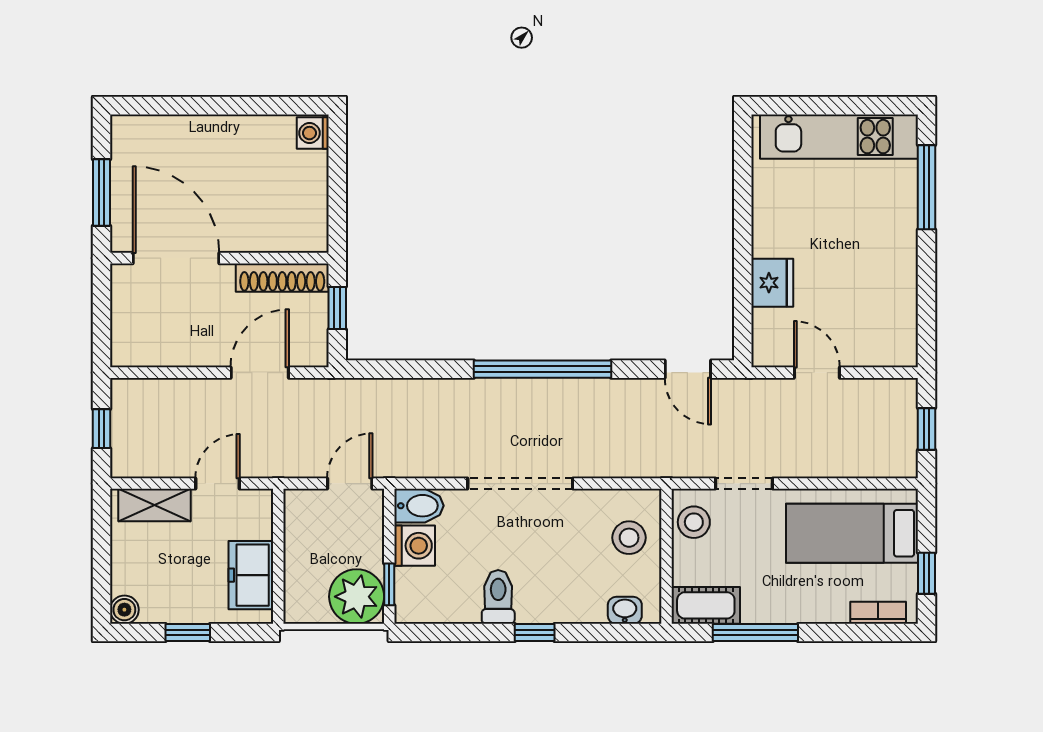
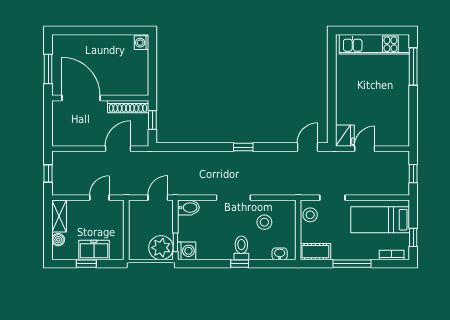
fridge: (772, 283) -> (345, 136), moved
window: (543, 369) -> (243, 147), width x0.32
door: (688, 369) -> (307, 147), swing flipped
door: (817, 373) -> (365, 149), hinge flipped
doorway: (520, 484) -> (233, 198), width x0.73
shelving: (154, 505) -> (59, 216), moved, turned 90
stool: (629, 538) -> (264, 222), moved
washing machine: (415, 546) -> (187, 251), moved
freezer: (251, 575) -> (94, 250), moved, turned 90
toilet: (498, 597) -> (241, 248), moved
boiler: (124, 610) -> (58, 240), moved
window: (755, 633) -> (352, 264), moved

